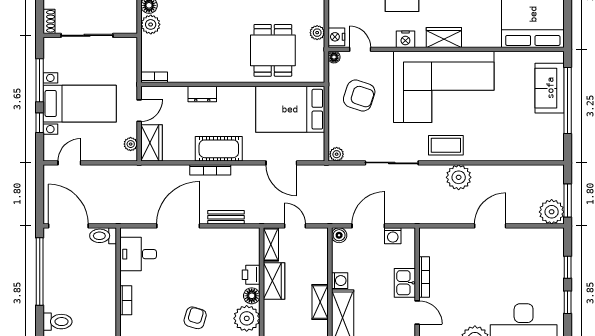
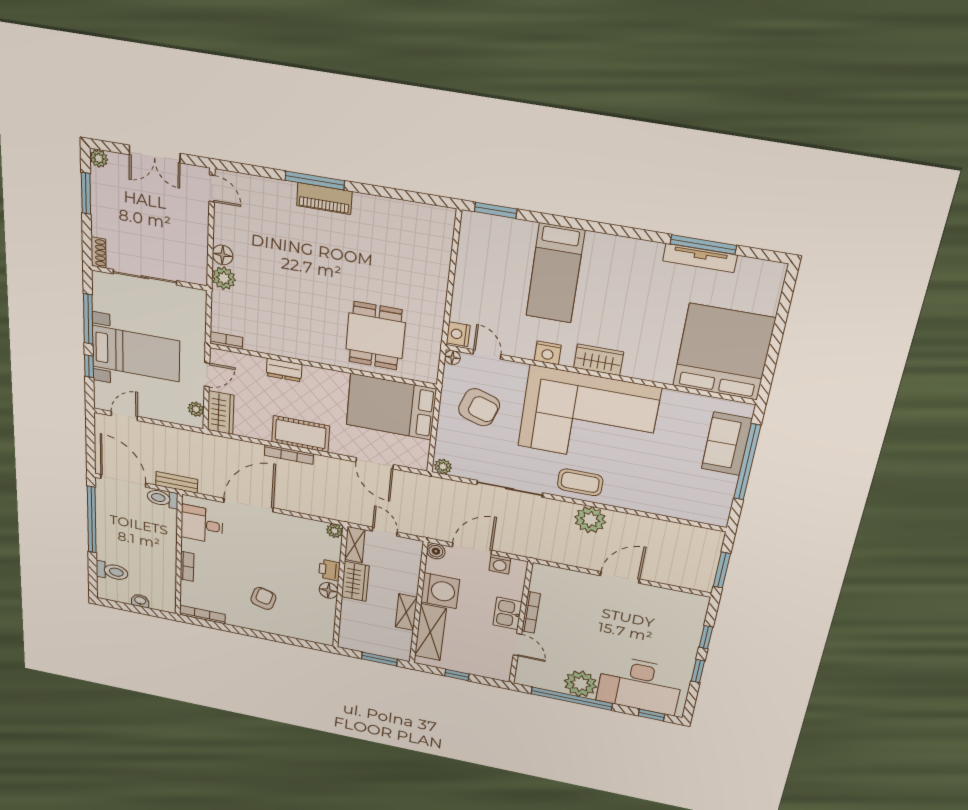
plant: (317, 33) -> (434, 325), removed
plant: (552, 212) -> (699, 578), removed
bench: (226, 217) -> (177, 482), moved
washing machine: (340, 281) -> (440, 591), width x1.89, depth x1.89
plant: (247, 318) -> (335, 531), moved, width x0.53, depth x0.53

